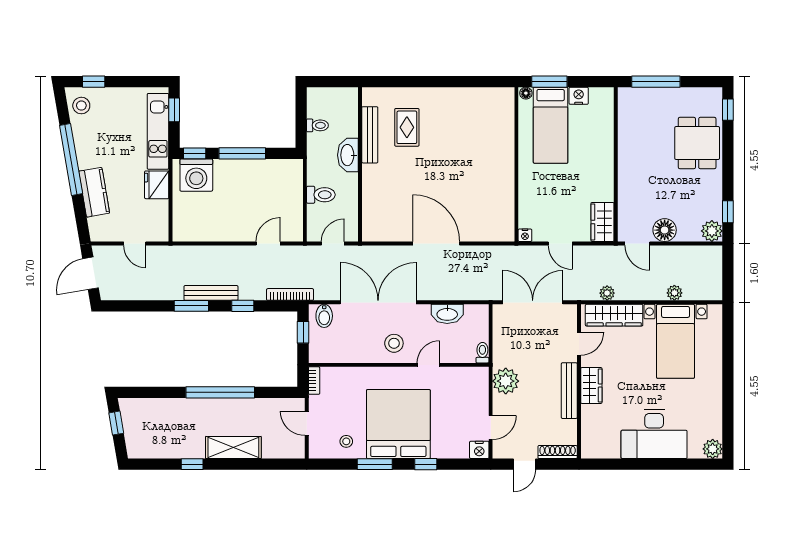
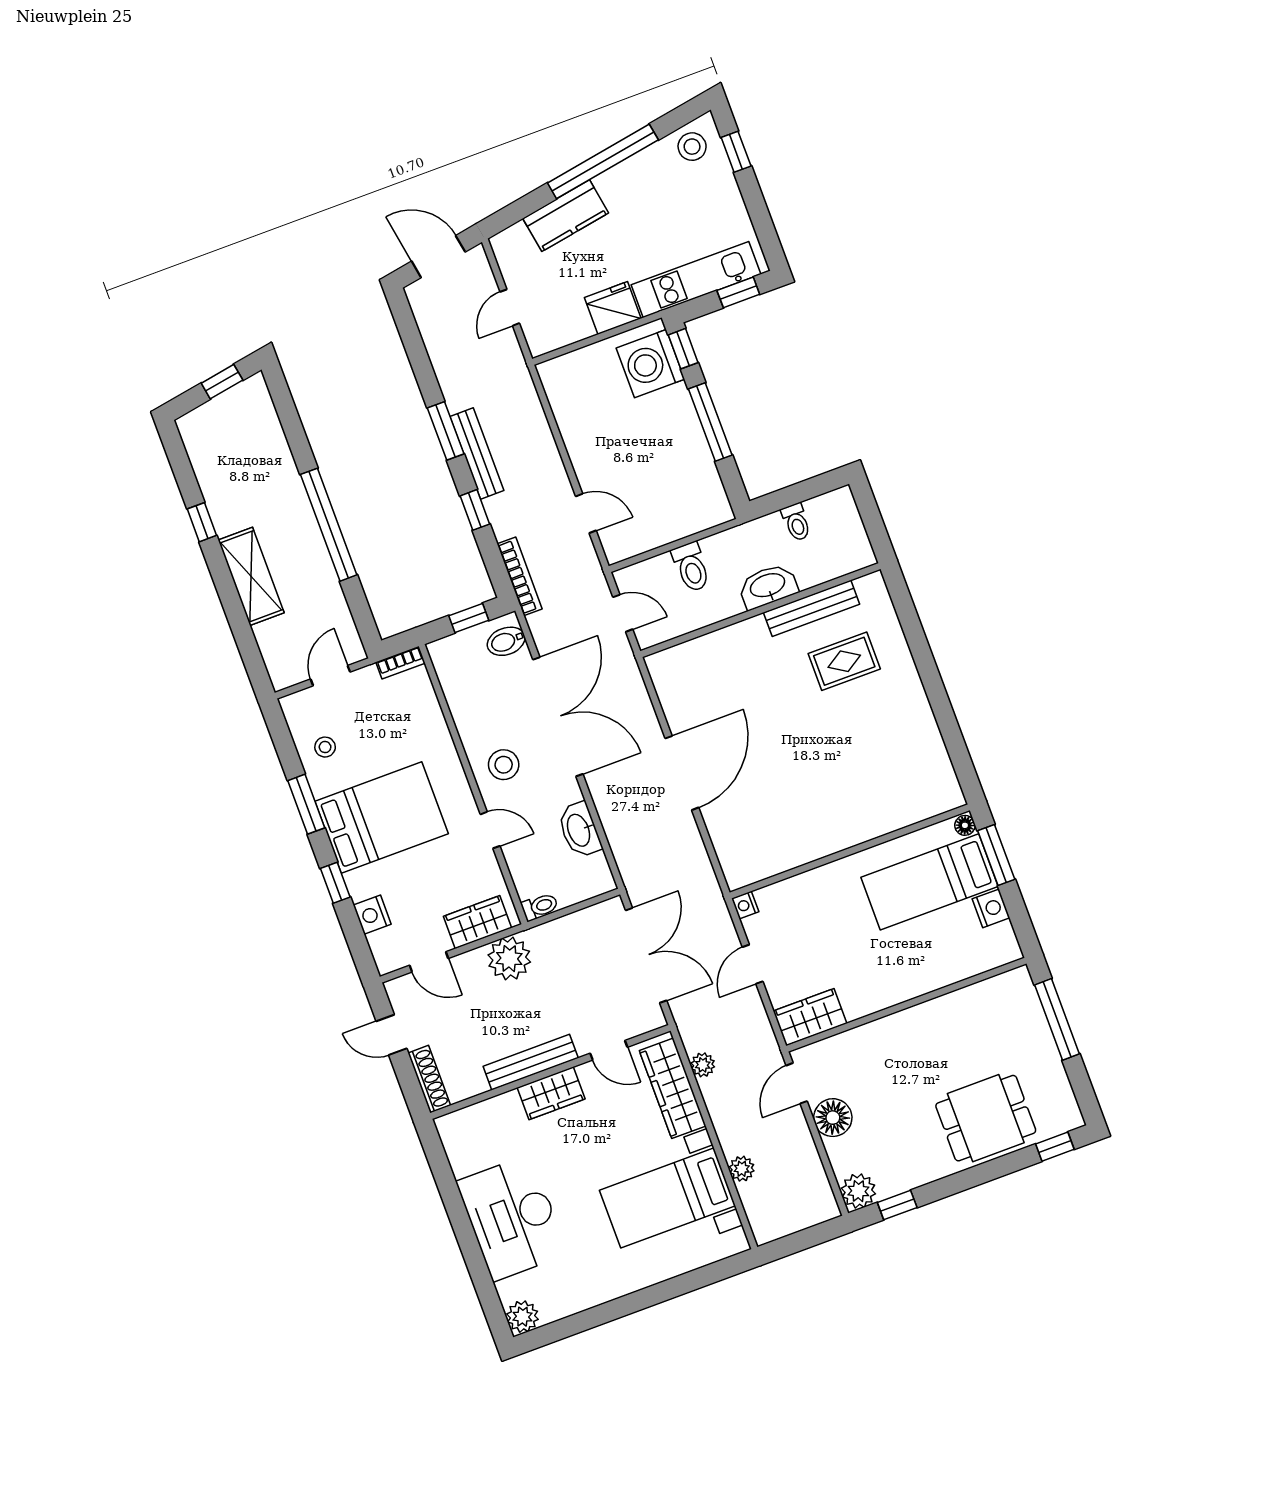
wardrobe: (478, 391) -> (478, 922), added
bed: (398, 424) -> (382, 818), width x0.73
nightstand: (479, 450) -> (372, 915), moved

